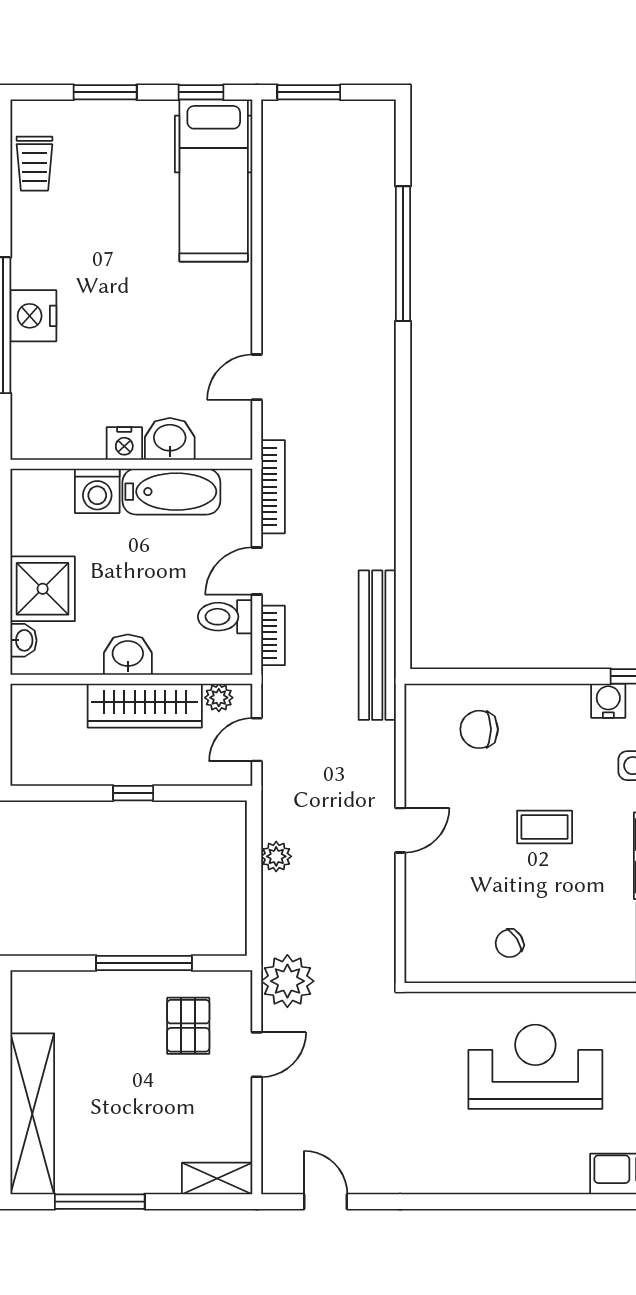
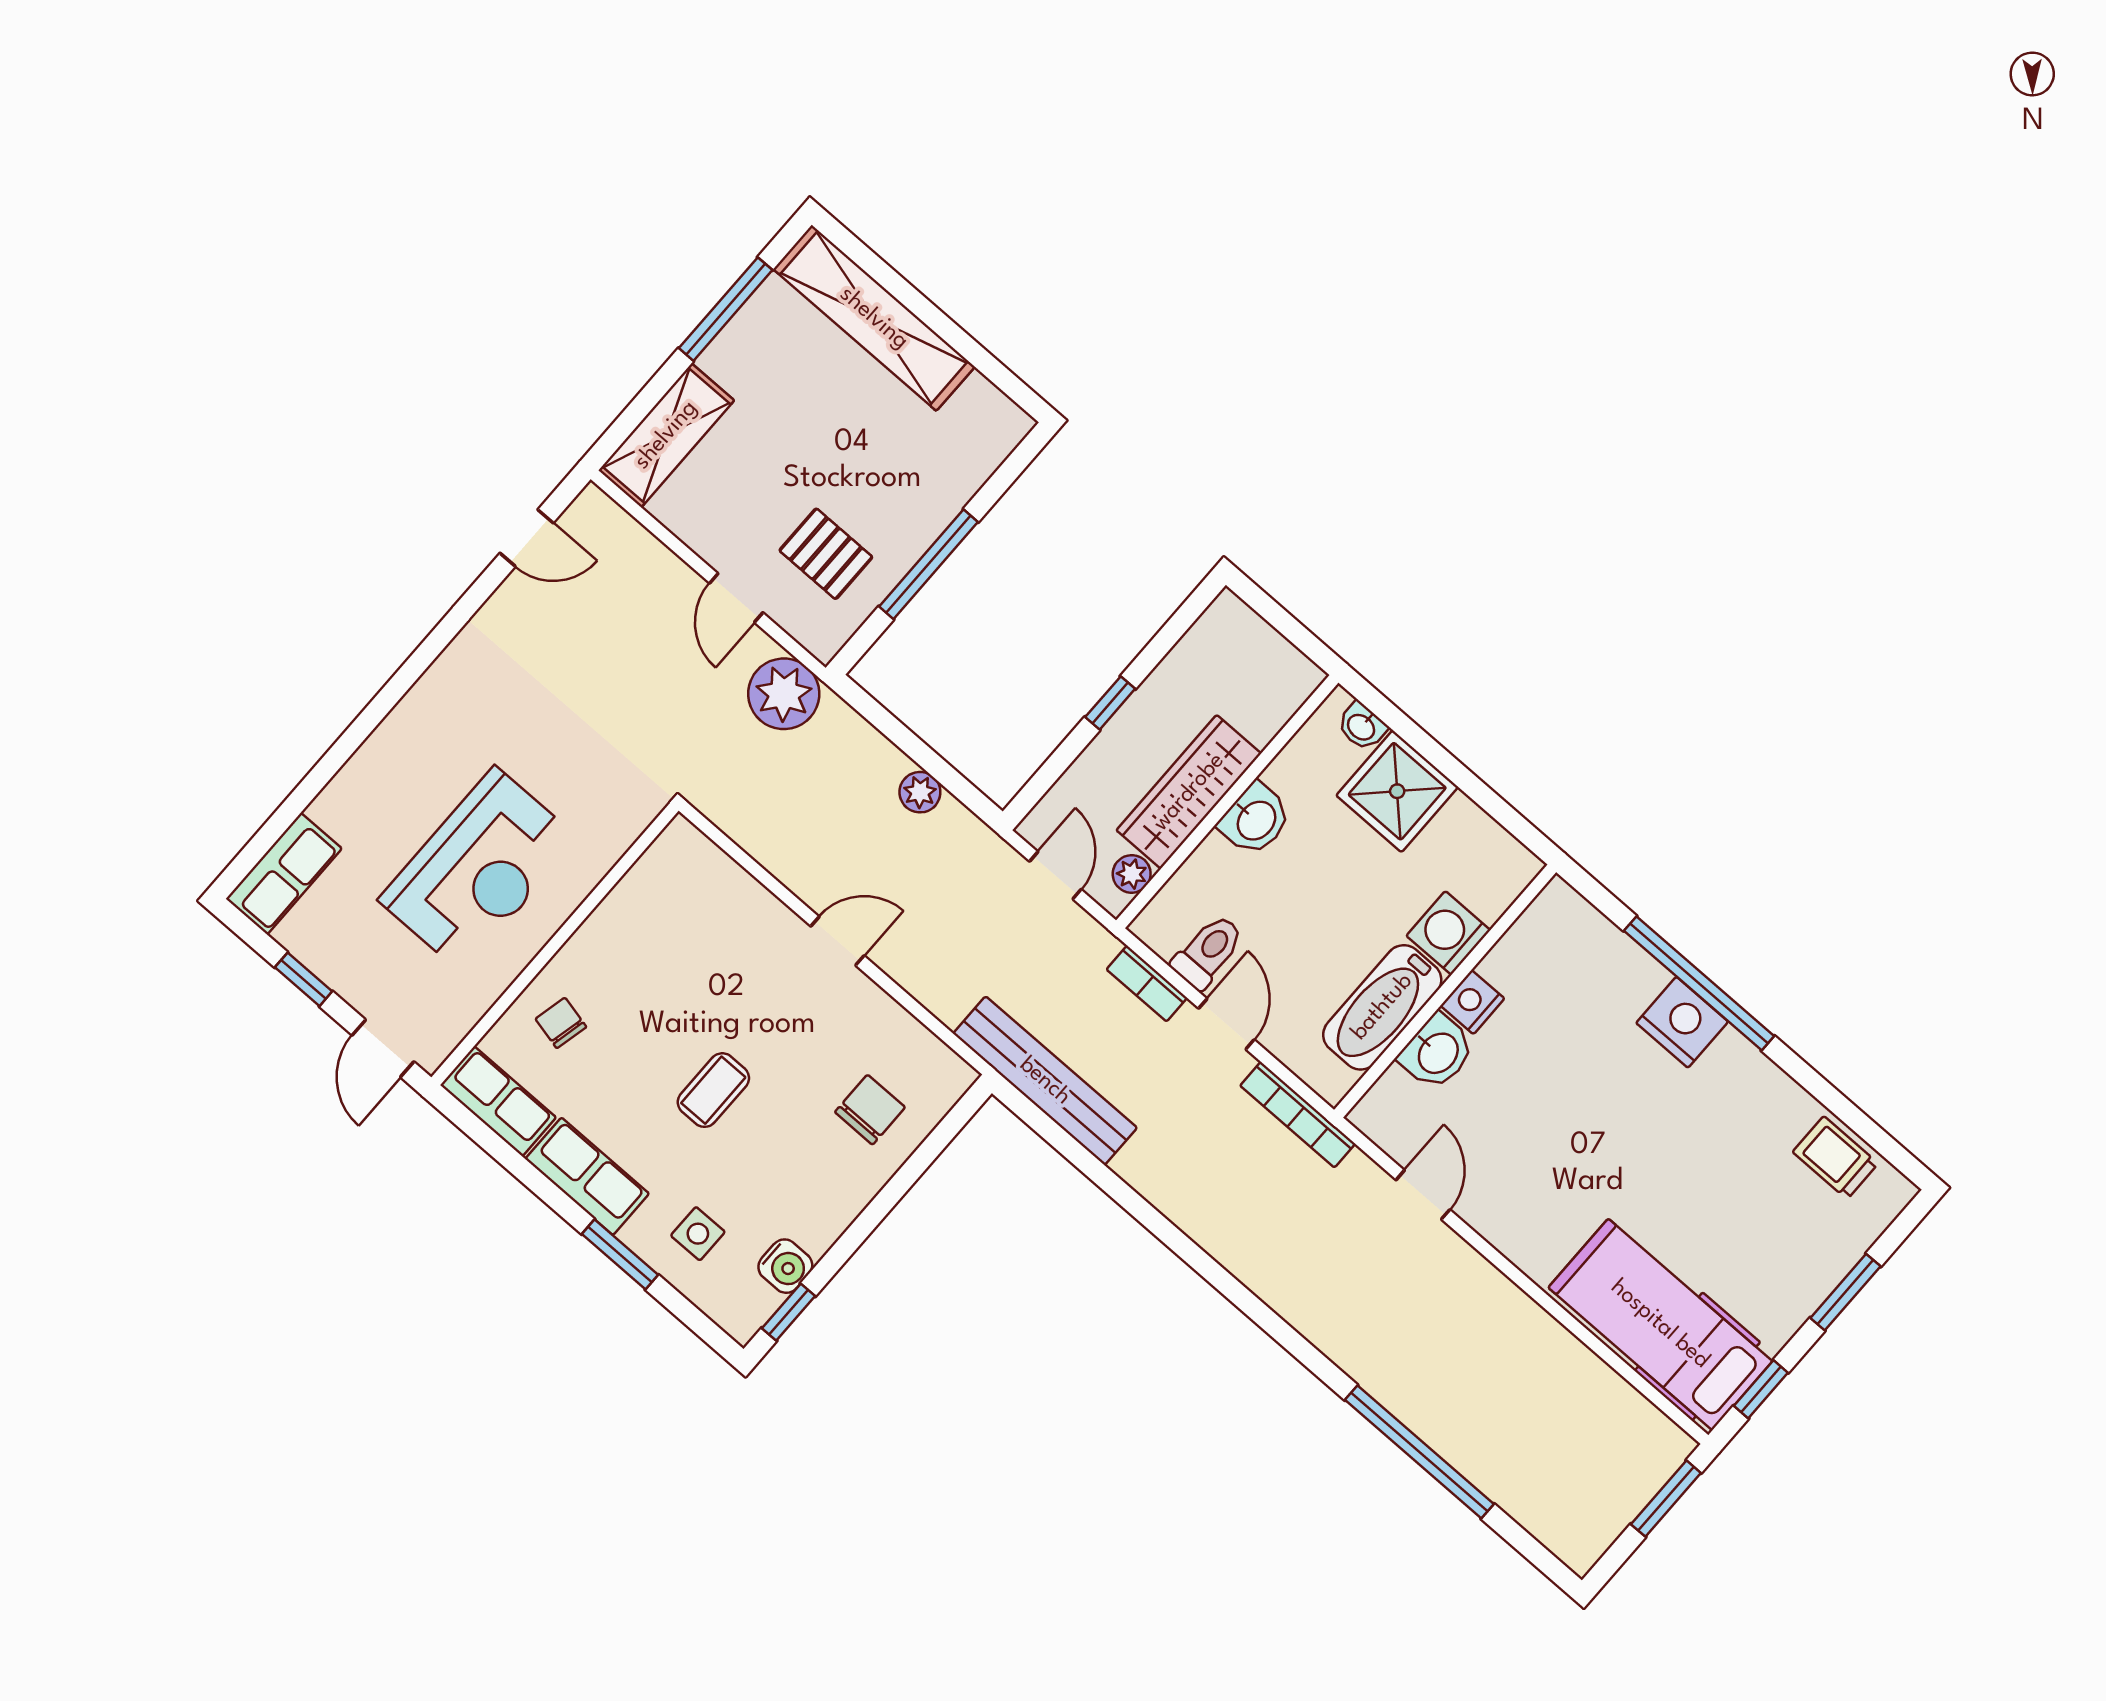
door: (400, 830) -> (837, 941), swing flipped
chair: (509, 943) -> (561, 1023), moved, turned -44
shelving: (217, 1179) -> (666, 435), width x1.50, depth x1.33

